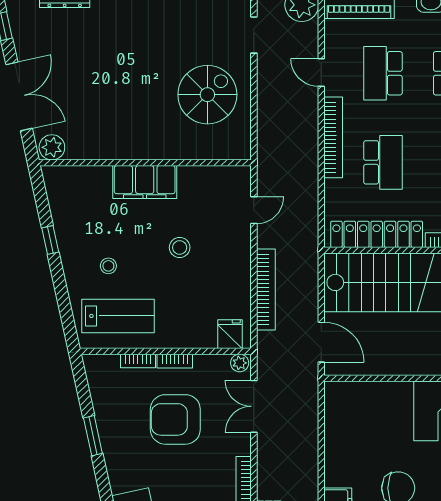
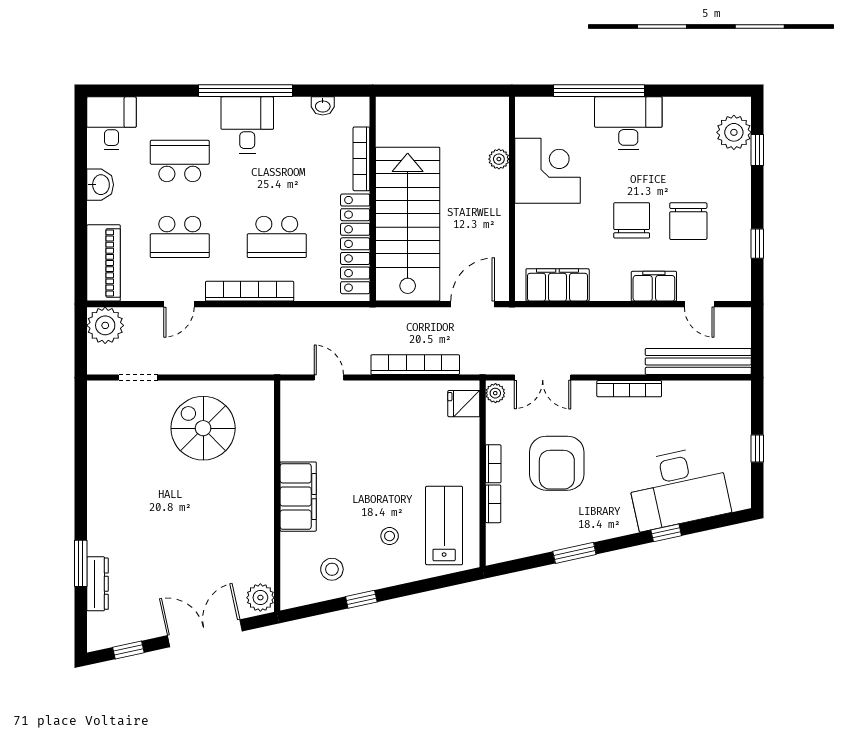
school desk: (383, 162) -> (277, 237), turned 180
stool: (180, 247) -> (332, 569), moved
filing cabinet: (339, 420) -> (558, 285), added

